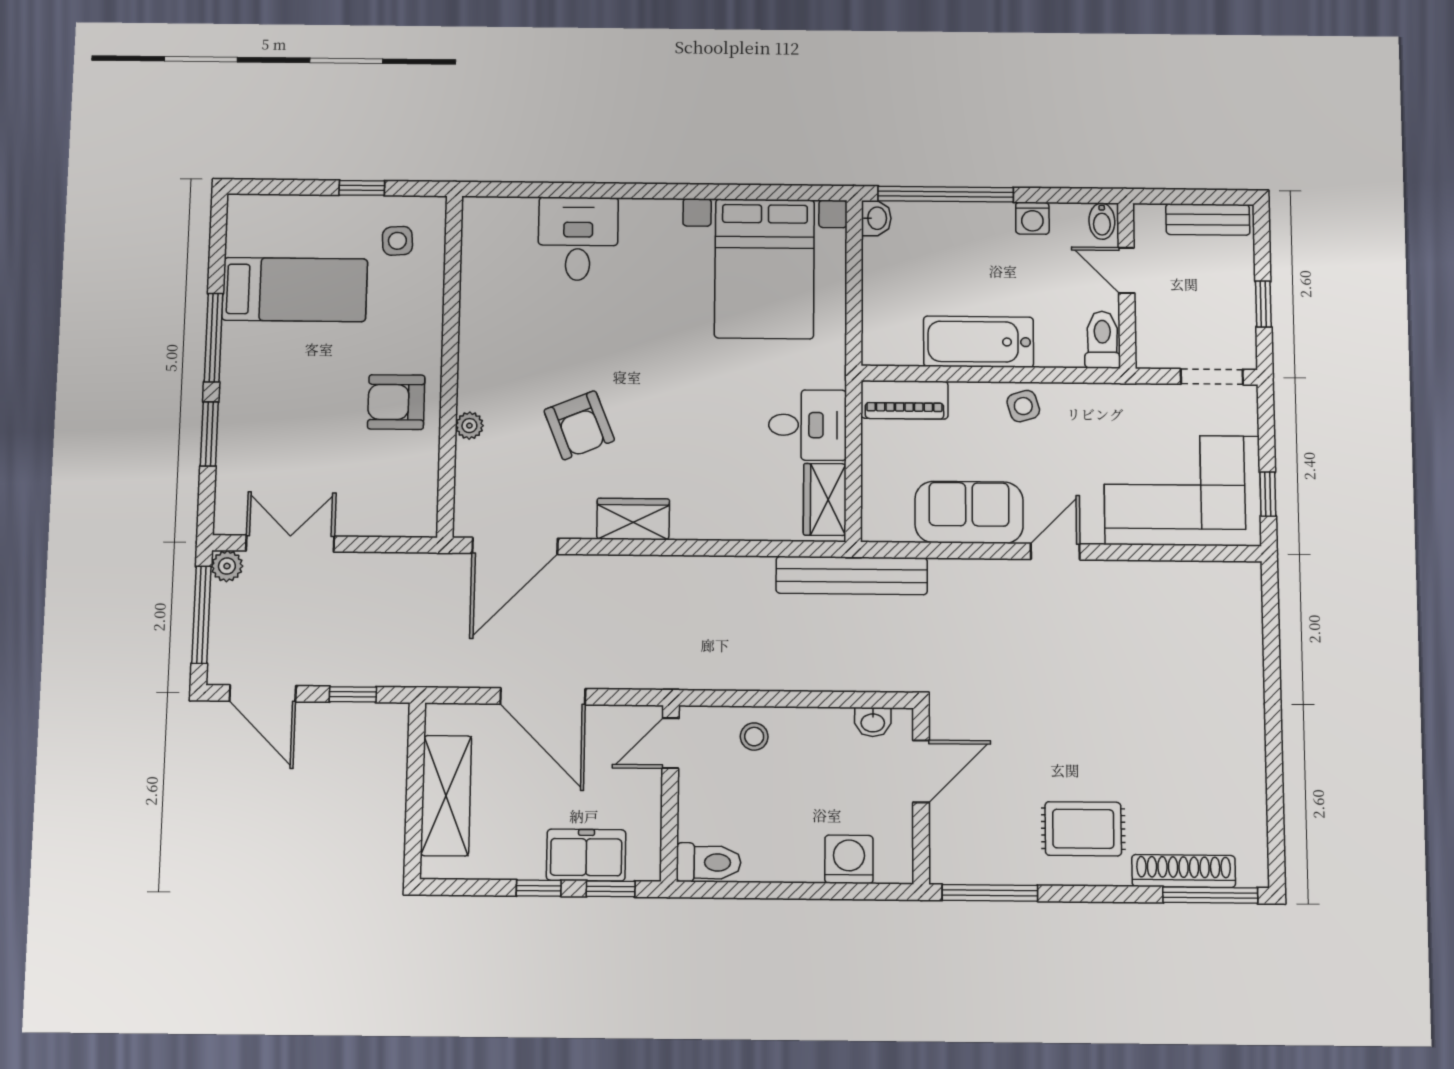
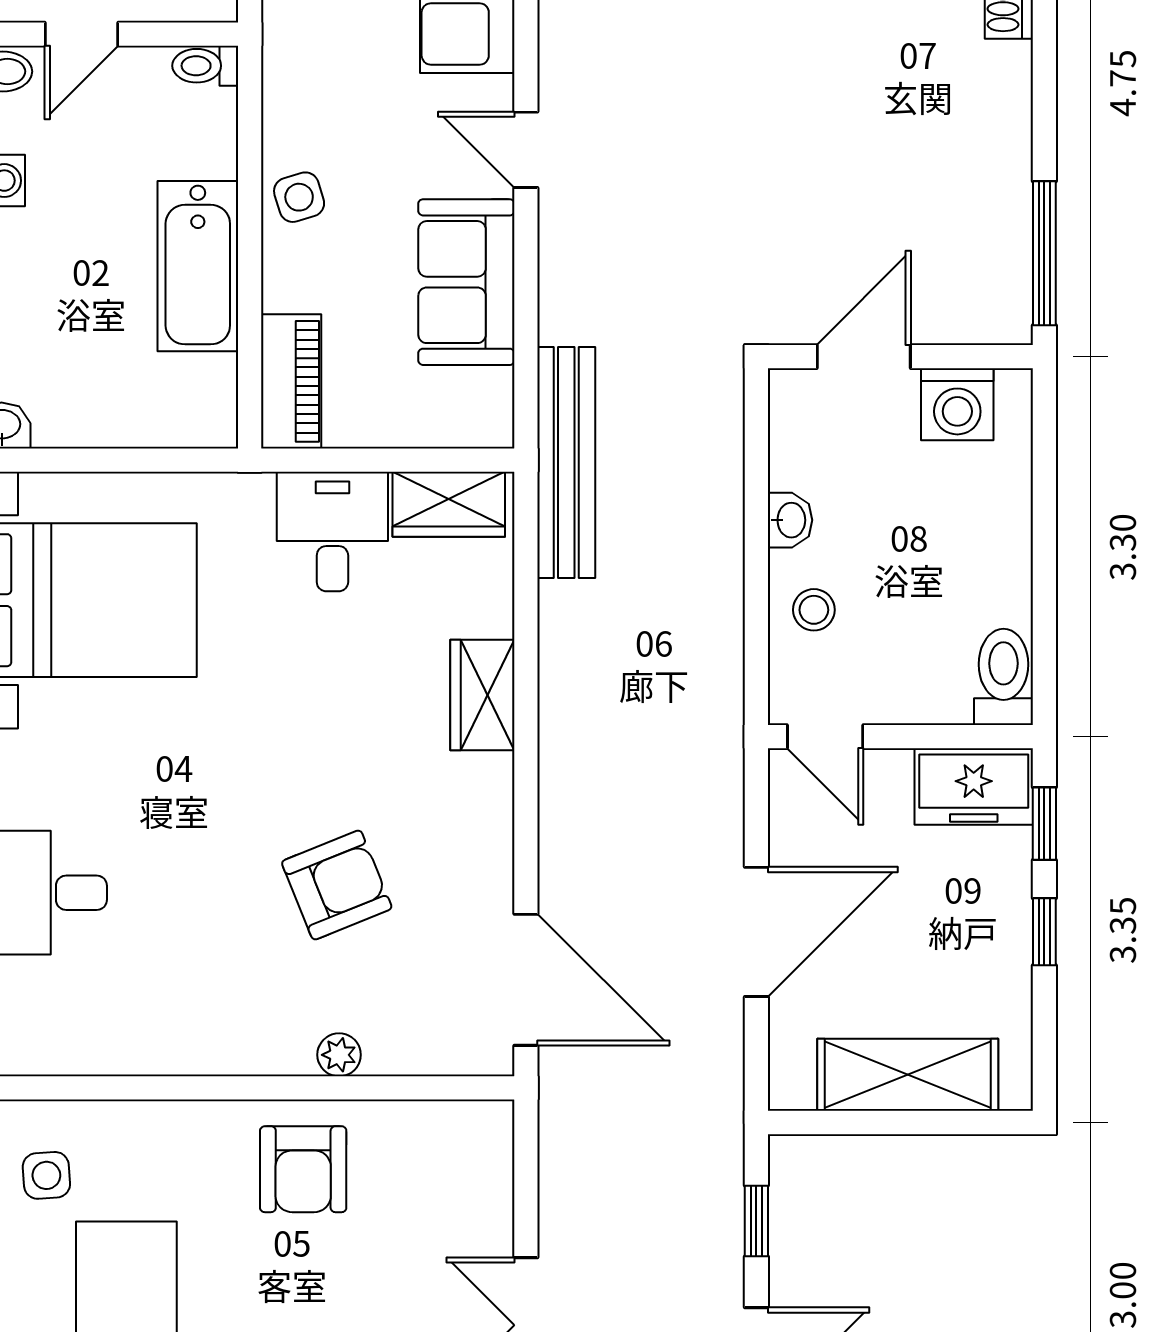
toilet: (1102, 340) -> (205, 66), width x0.73, depth x0.72
wardrobe: (633, 519) -> (482, 695), moved
washbasin: (873, 722) -> (790, 520), moved
door: (921, 771) -> (864, 357), hinge flipped
rug: (1083, 829) -> (947, 112), removed
freezer: (586, 855) -> (974, 787), moved, turned -90
washing machine: (849, 859) -> (957, 404), moved, turned -90

